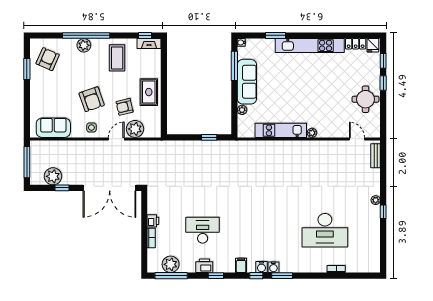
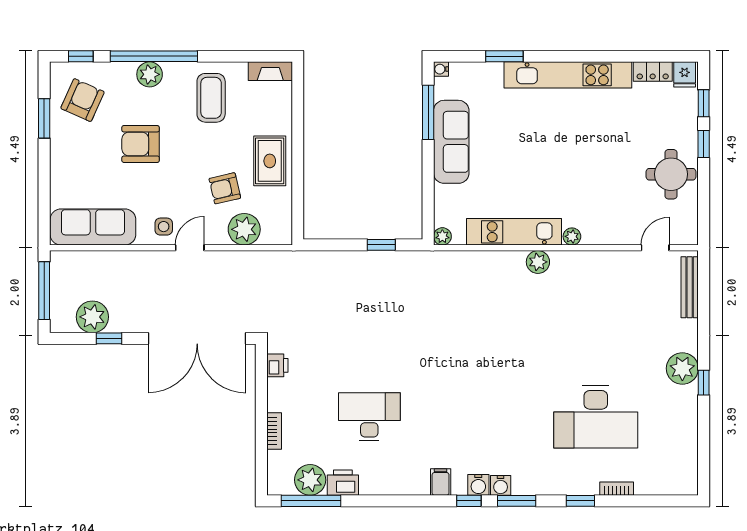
window: (145, 35) -> (81, 56), moved
armchair: (92, 99) -> (141, 144), moved, turned 109
plant: (242, 110) -> (442, 236), moved
sofa: (53, 128) -> (93, 227), width x1.36
door: (116, 139) -> (190, 248), moved
door: (357, 139) -> (655, 248), hinge flipped
plant: (294, 147) -> (538, 262), added
bench: (376, 156) -> (690, 287), width x1.36
plant: (376, 200) -> (682, 368), width x1.88, depth x1.88
printer: (153, 221) -> (277, 365), moved
printer: (204, 266) -> (343, 483), moved
window: (216, 276) -> (580, 501), moved

